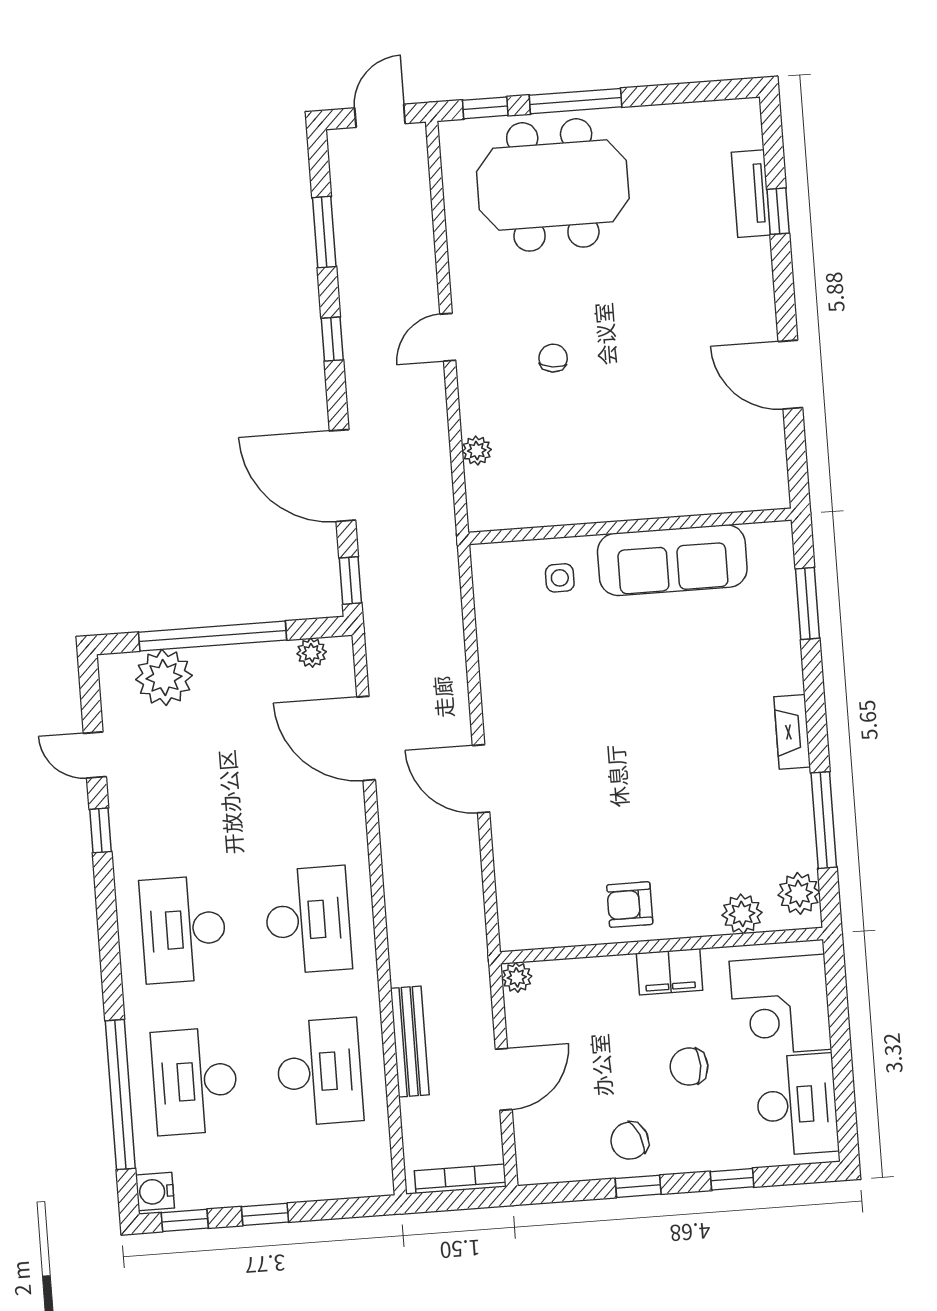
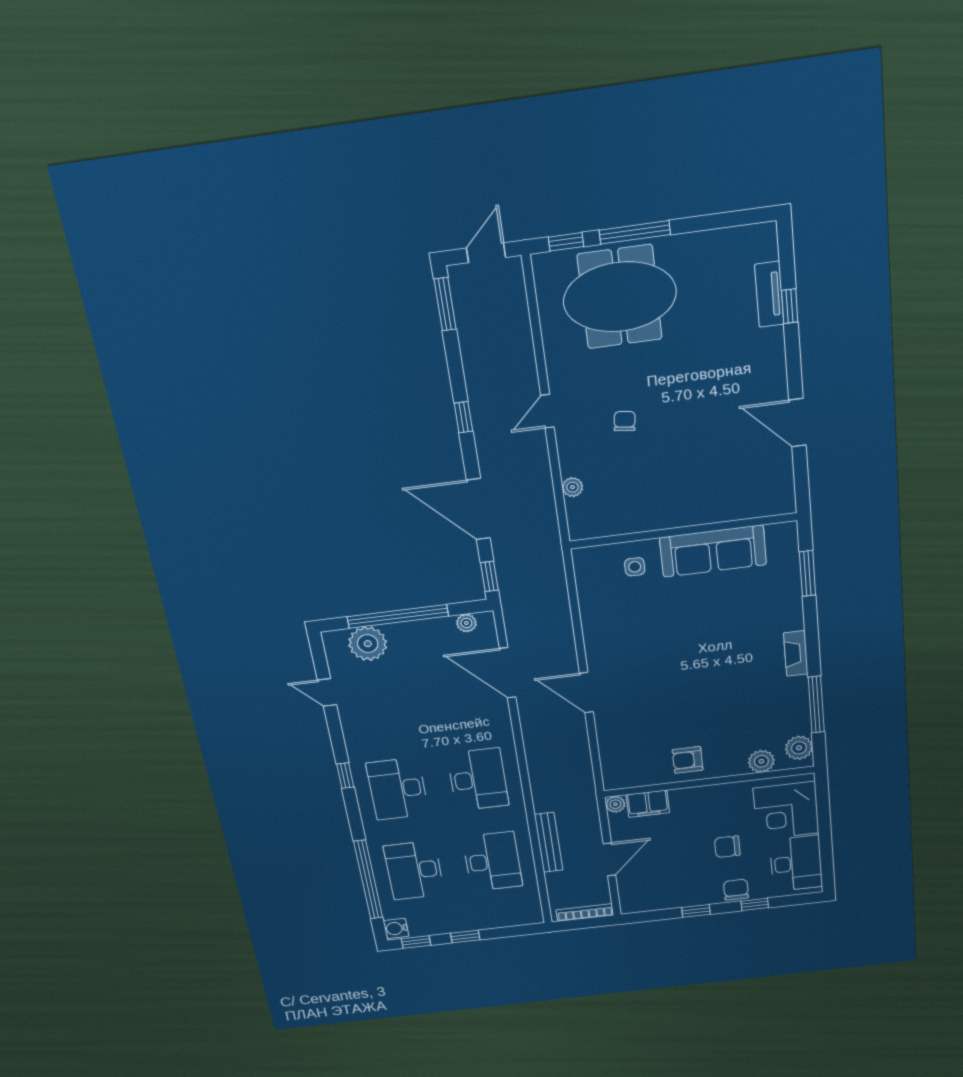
window: (324, 232) -> (445, 304), moved
window: (100, 830) -> (345, 776), moved
filing cabinet: (670, 972) -> (648, 804), moved
chair: (630, 1141) -> (736, 890), moved, turned 113

